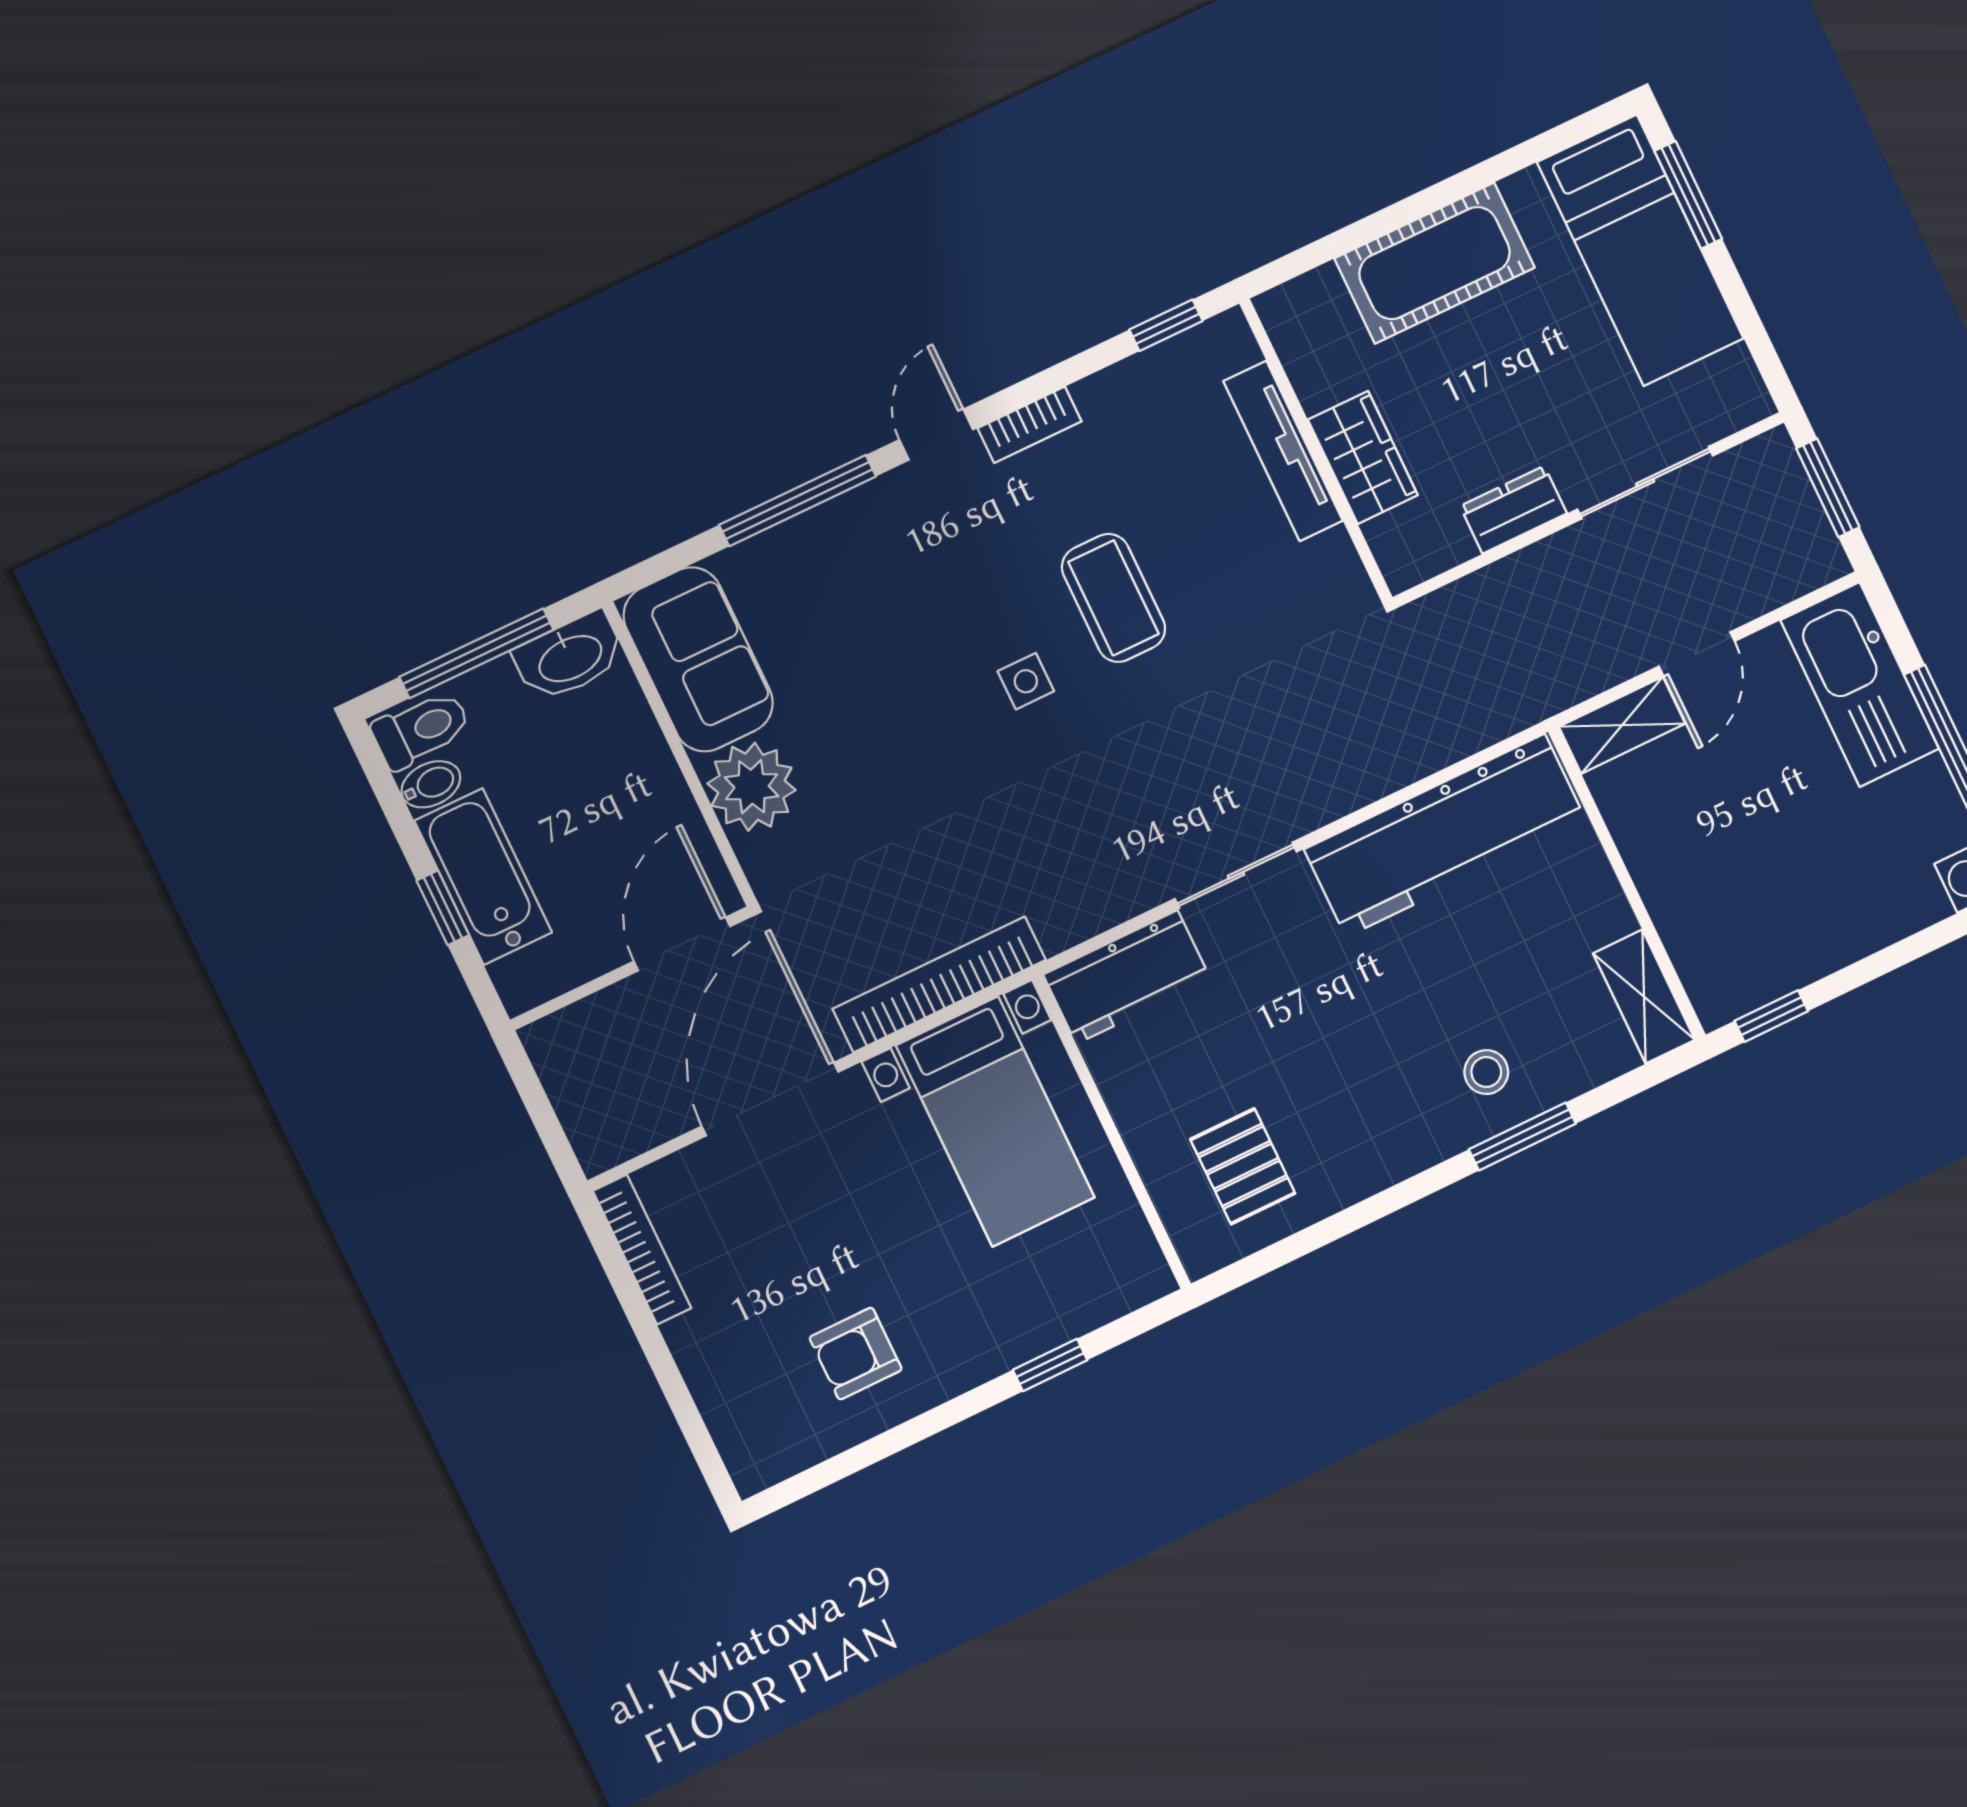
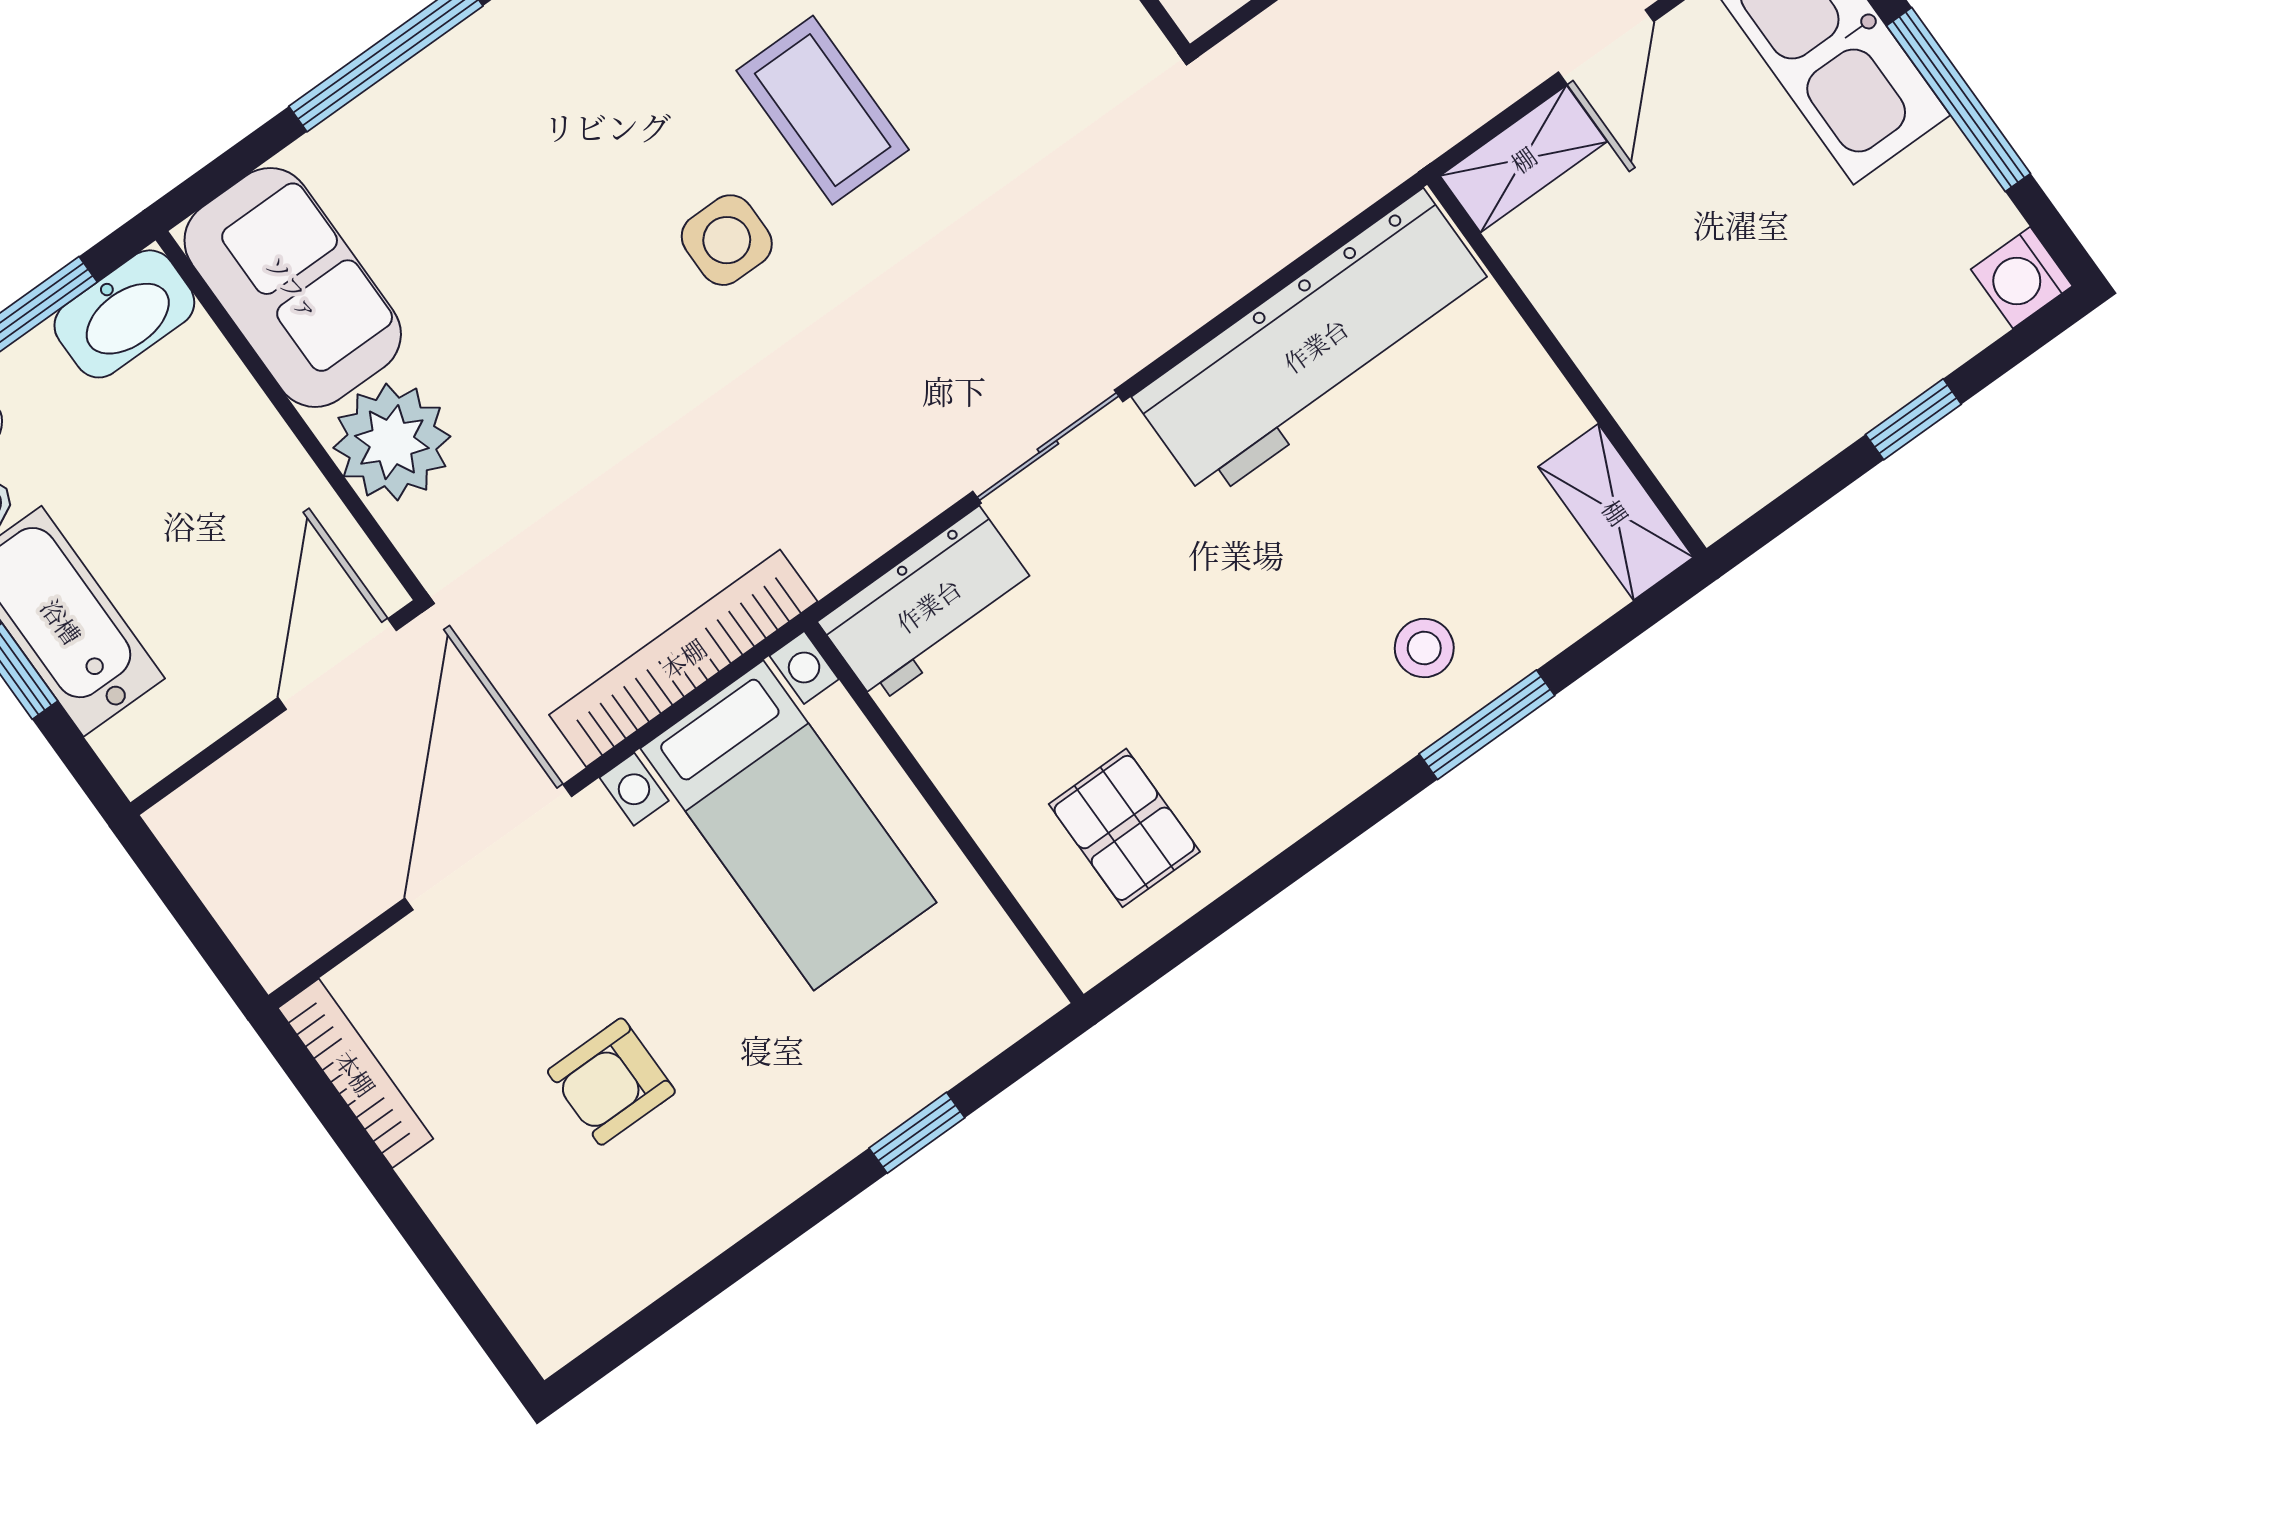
side table: (1026, 681) -> (727, 240), width x1.37, depth x1.37
window: (1771, 1016) -> (1913, 419), moved
armchair: (856, 1354) -> (611, 1082), moved

